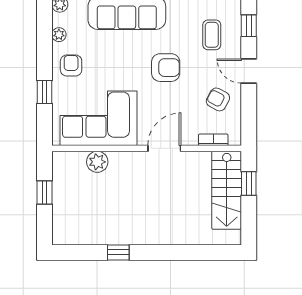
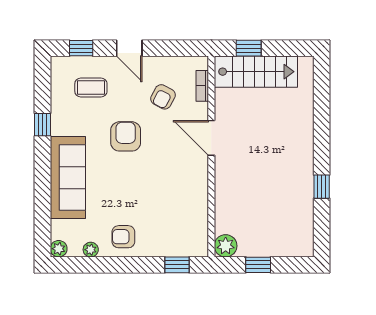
door: (249, 71) -> (129, 48), hinge flipped
window: (45, 92) -> (177, 265), moved
armchair: (218, 99) -> (163, 97), moved
corner sofa: (99, 118) -> (179, 208), removed
plant: (97, 162) -> (226, 246), moved

